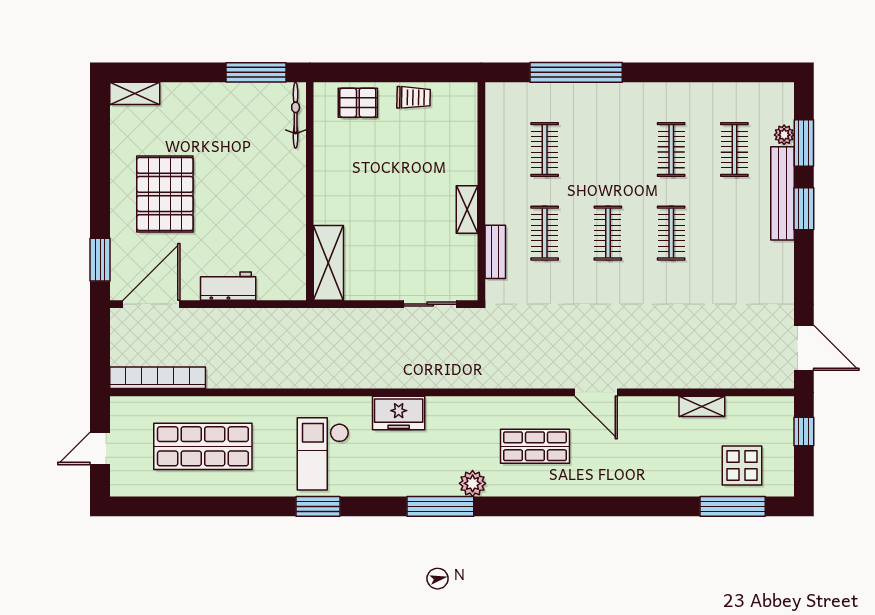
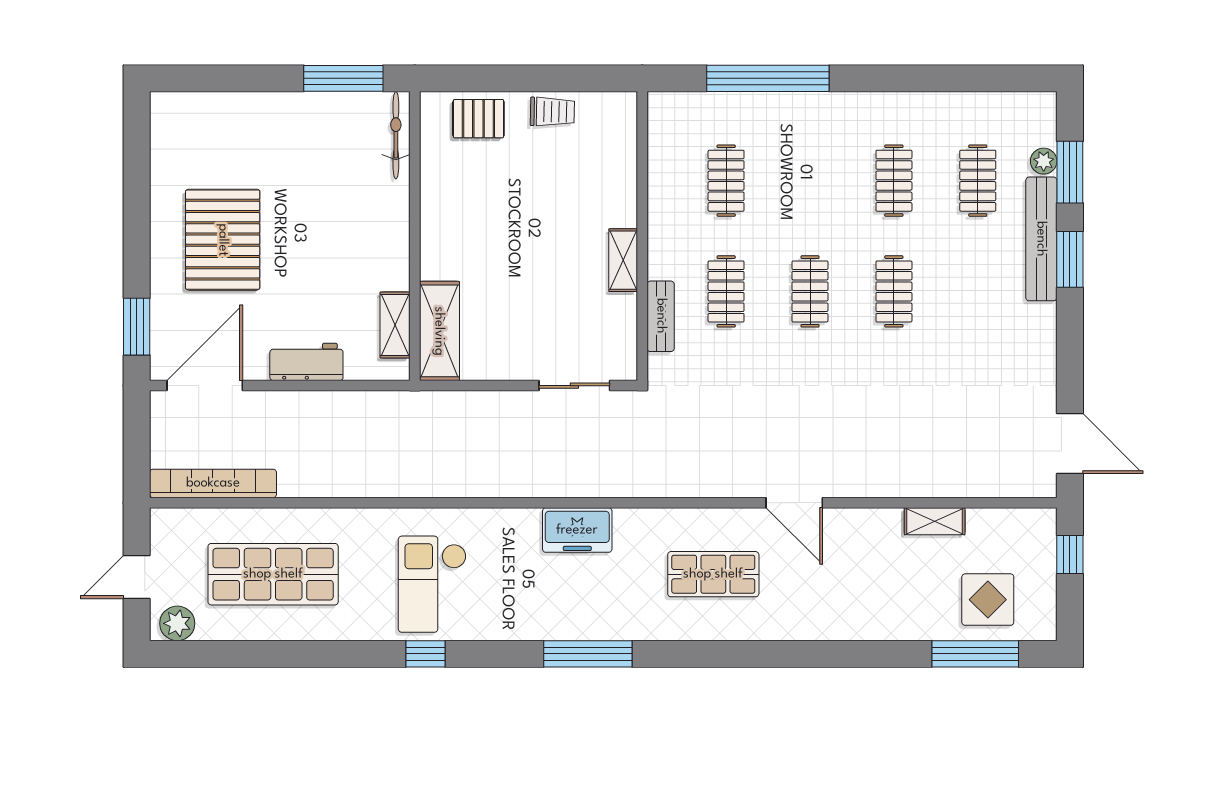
shelving: (135, 93) -> (395, 325), moved, turned 90
freezer: (399, 413) -> (577, 530), moved
plant: (473, 483) -> (177, 623), moved
window: (318, 506) -> (426, 654), width x0.67

